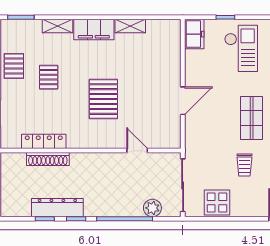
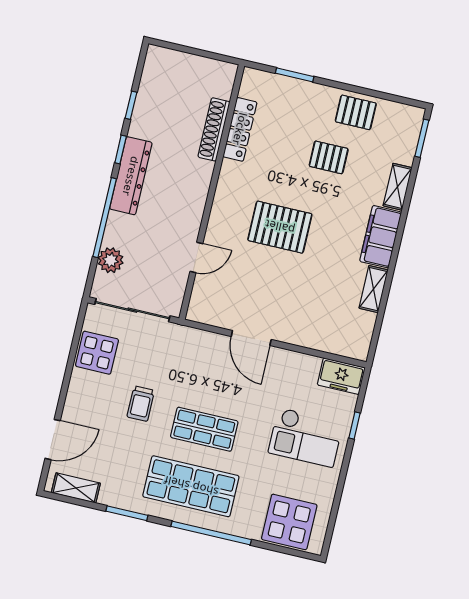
trolley: (244, 165) -> (141, 404), turned -90
dresser: (57, 208) -> (131, 176), moved

